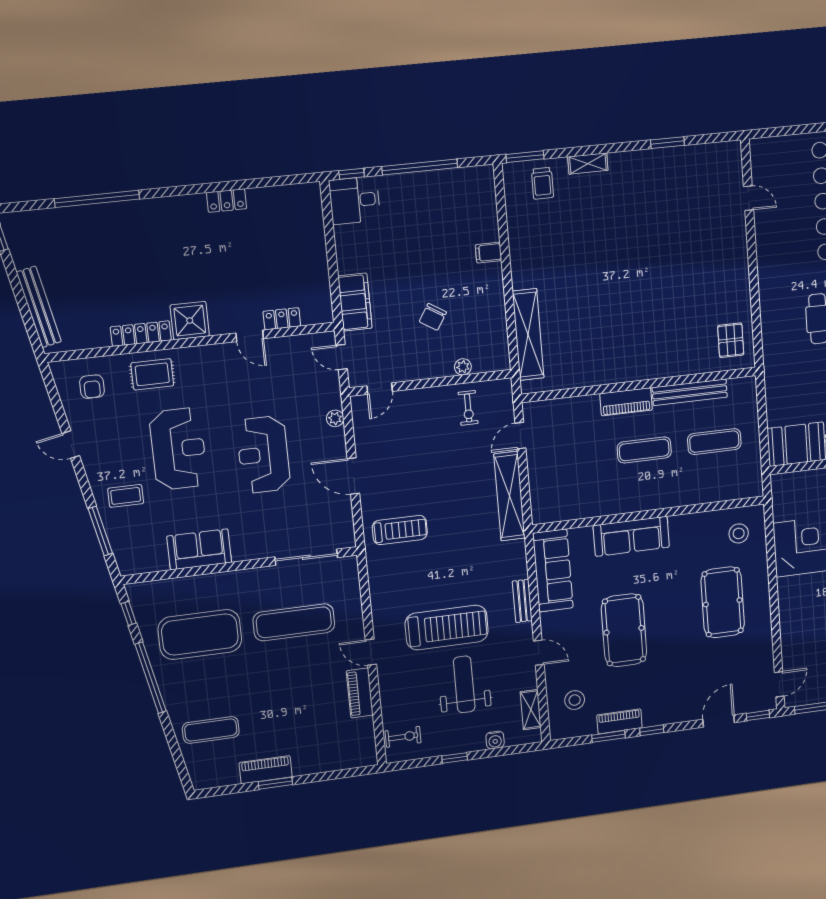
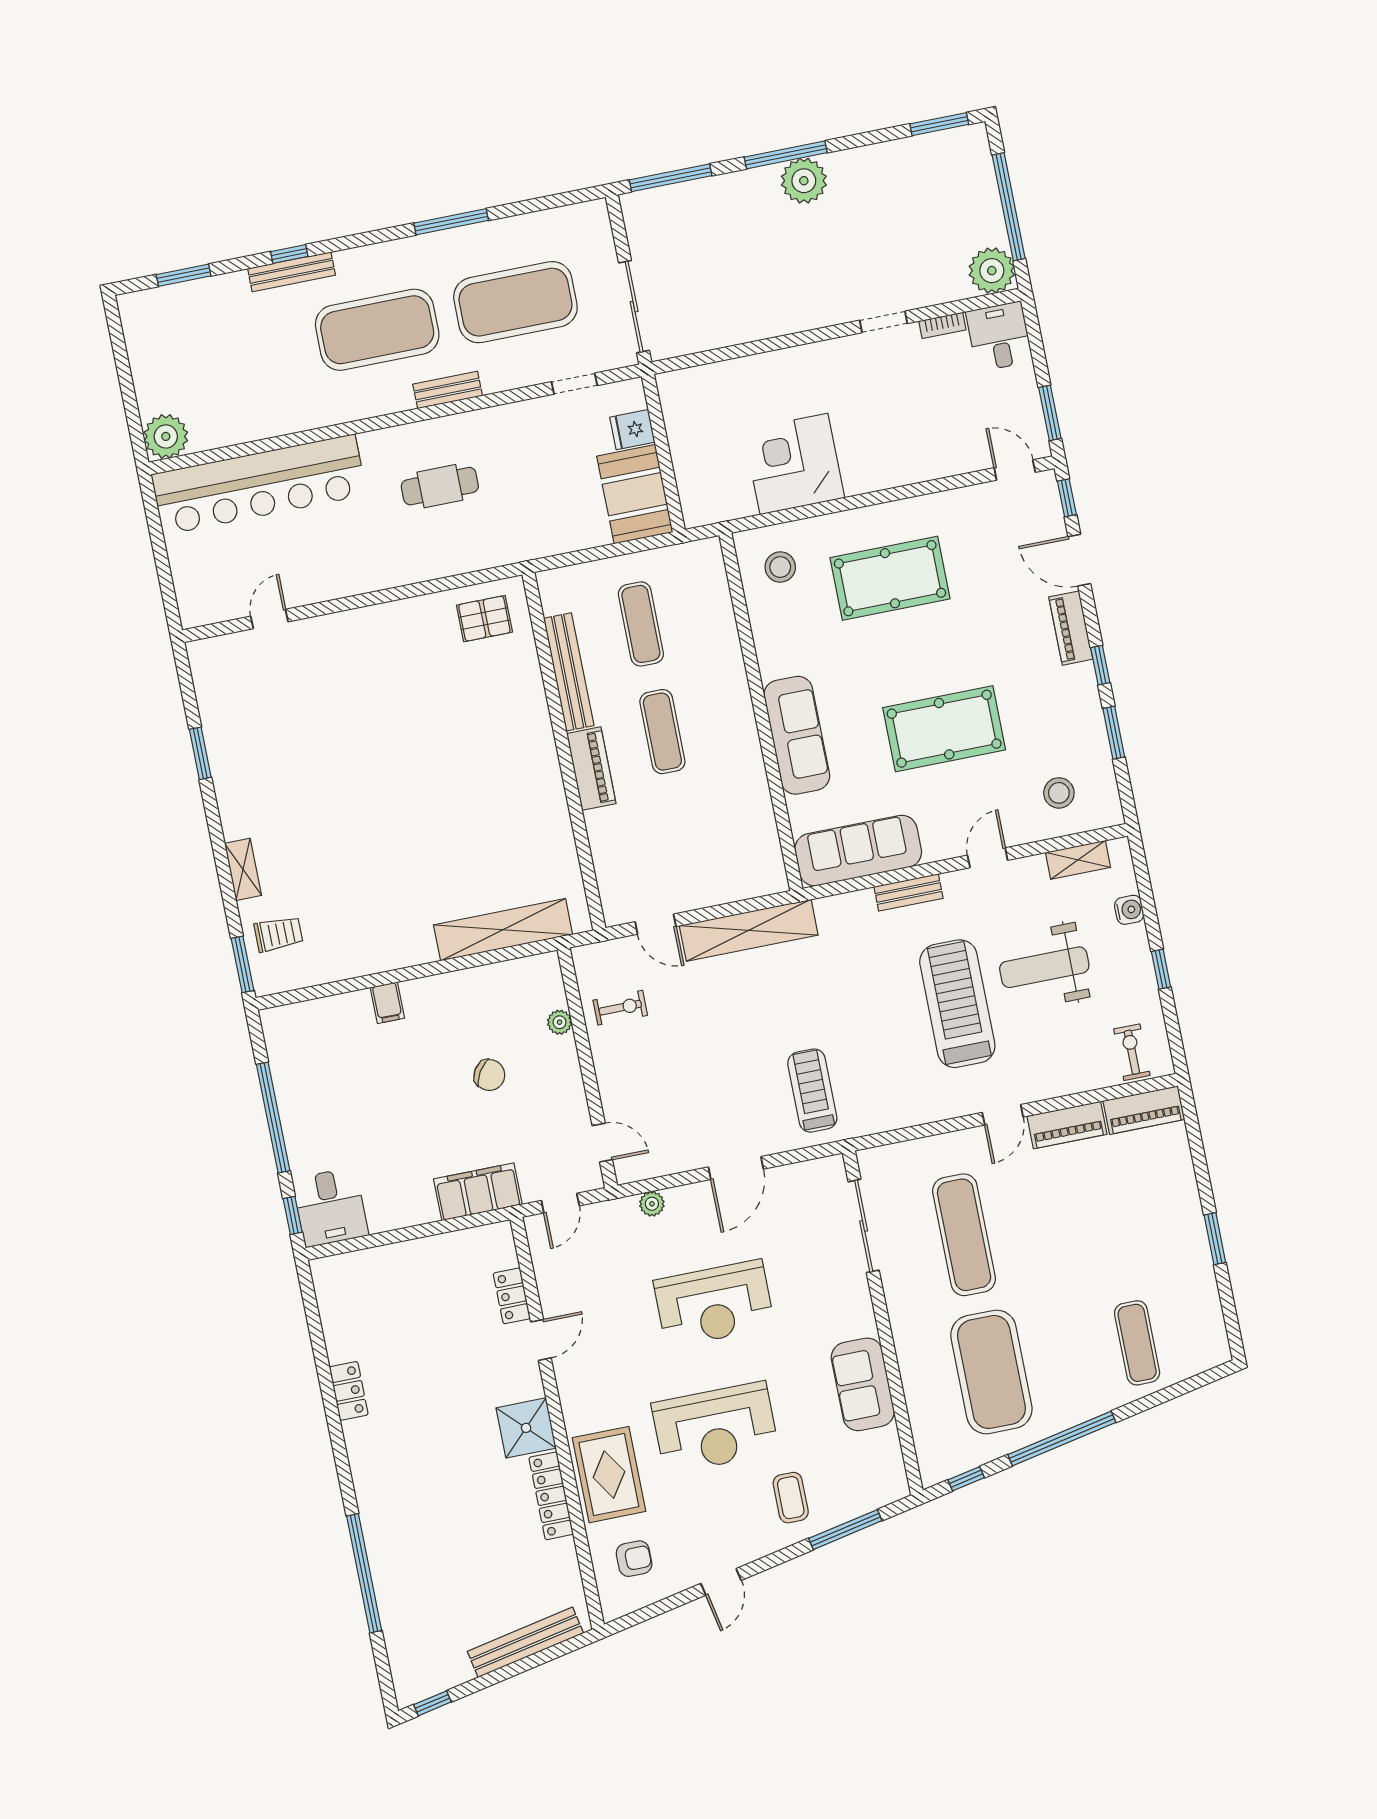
rug: (152, 374) -> (609, 1475), width x1.36, depth x1.43
reception desk: (178, 449) -> (715, 1428), turned 180
piano: (619, 721) -> (1071, 628), moved
piano: (266, 770) -> (1144, 1110), moved, turned -90

